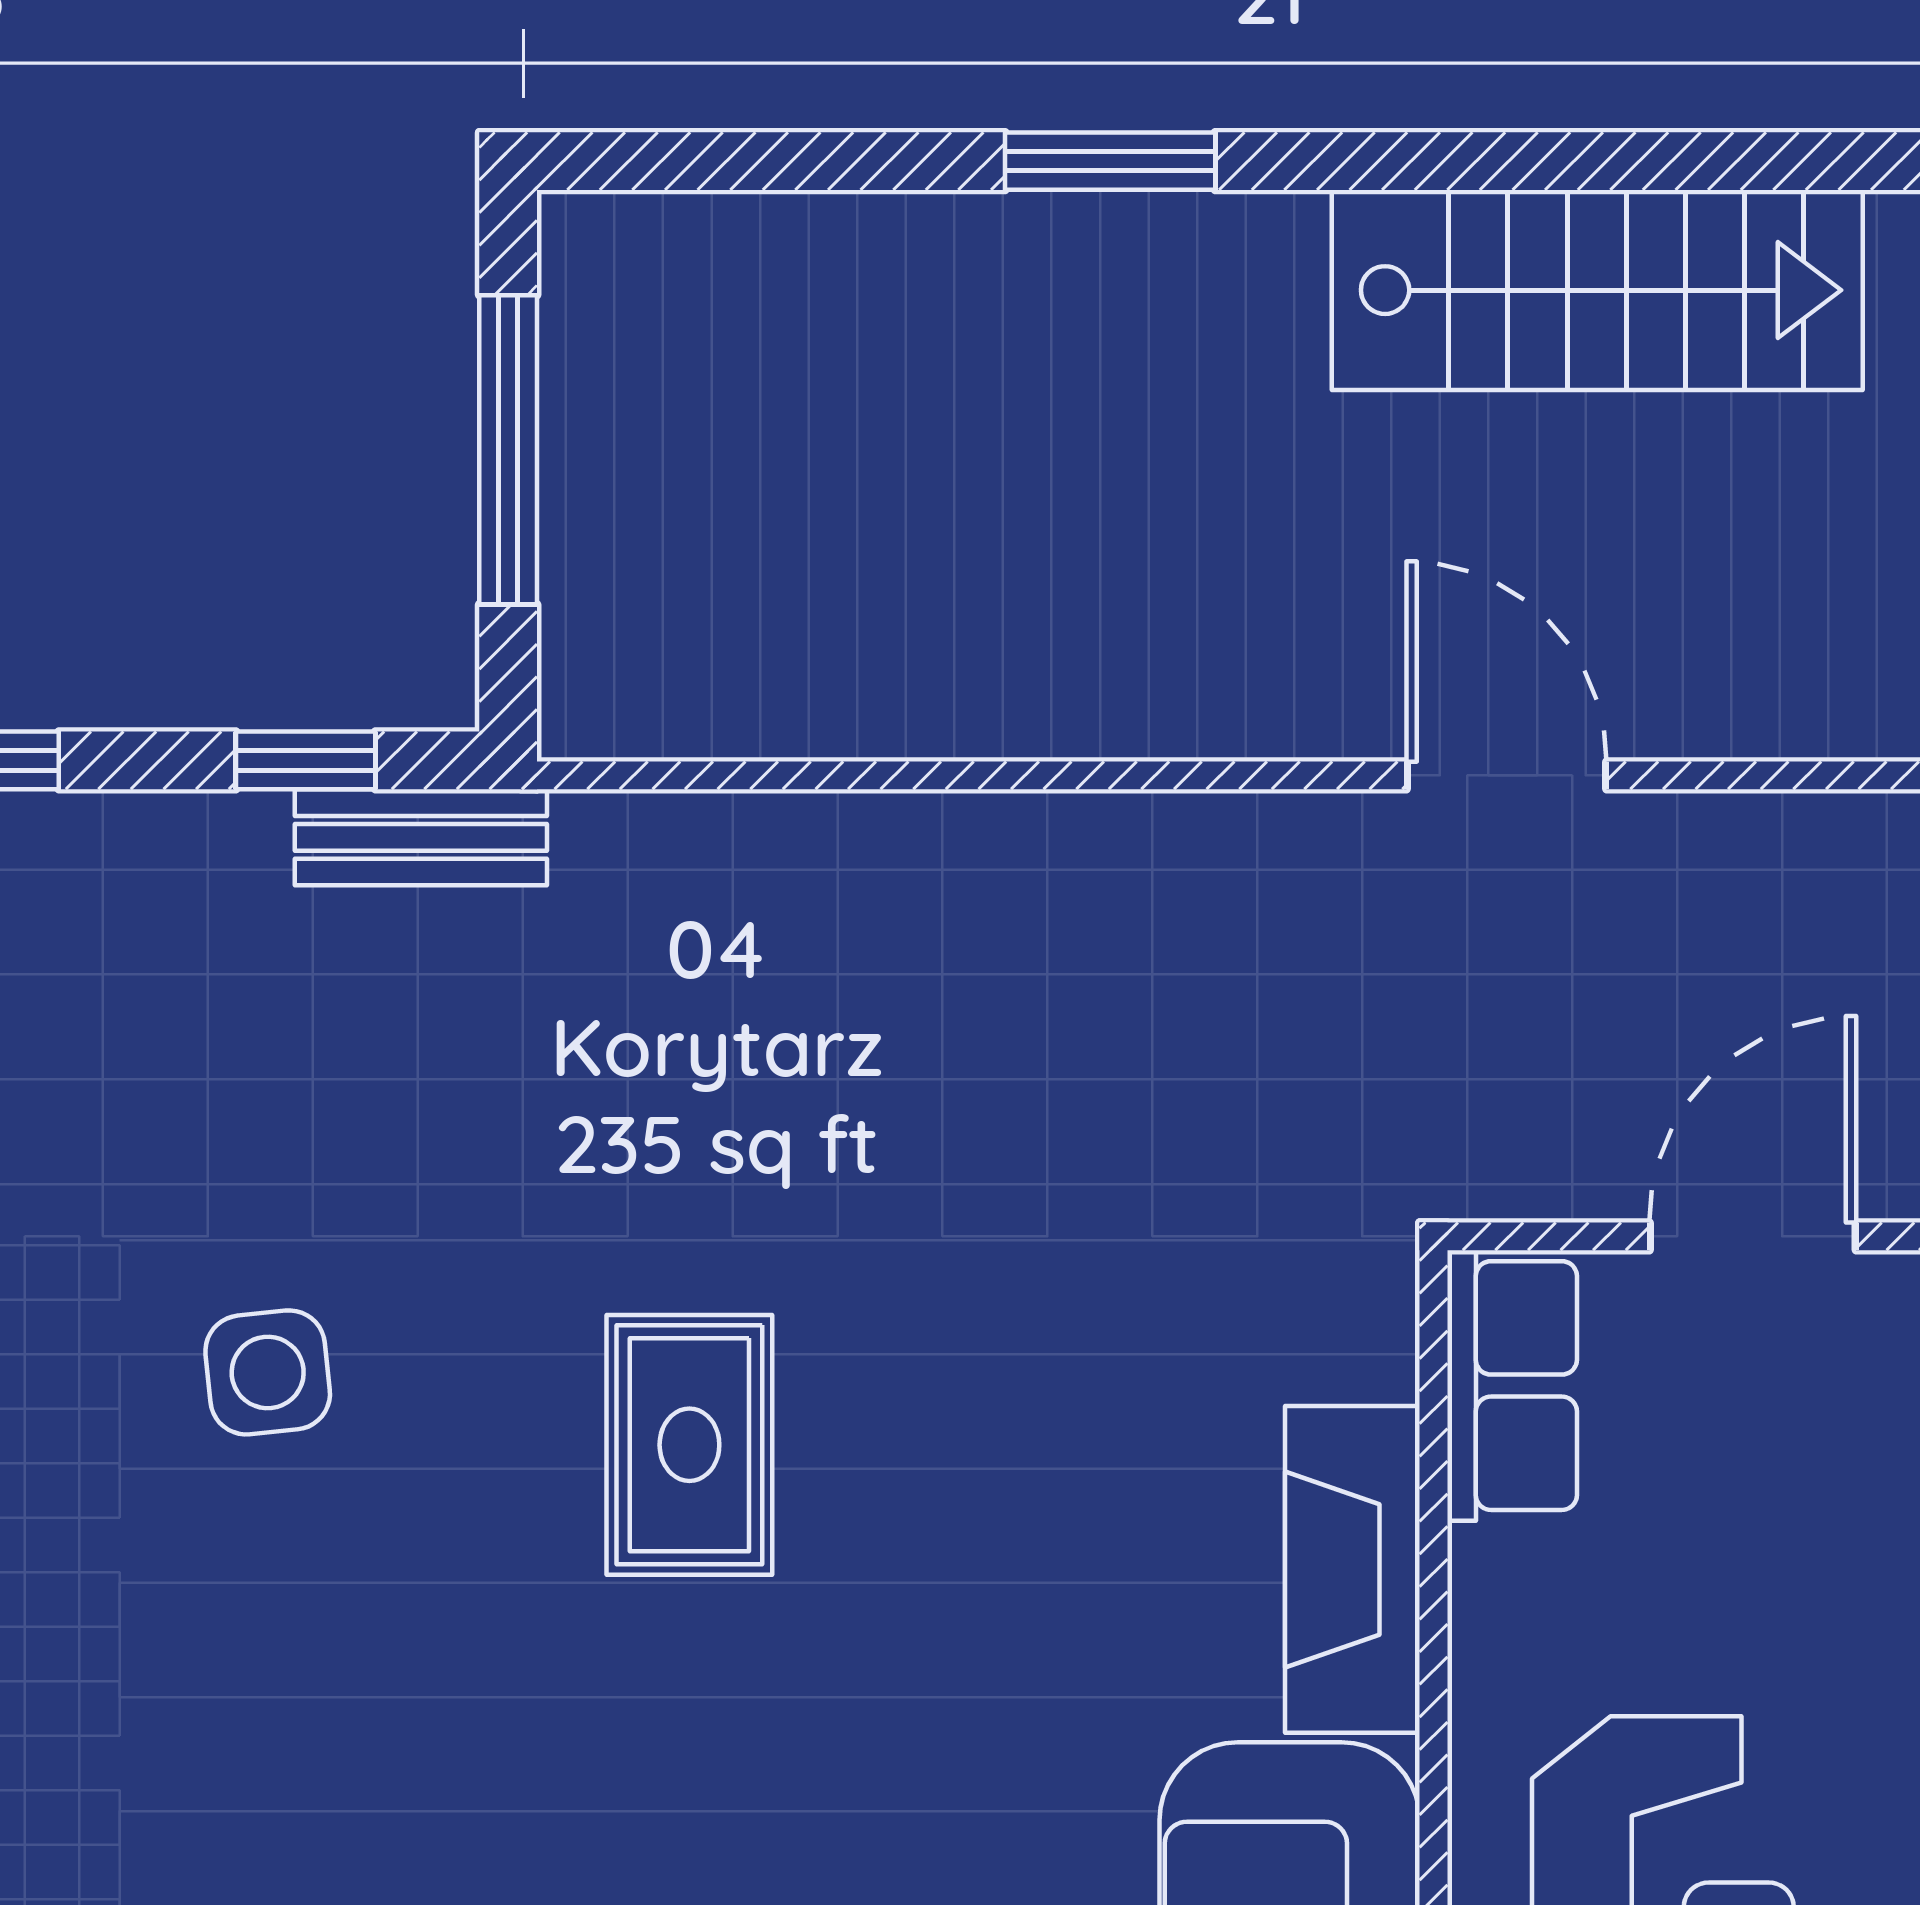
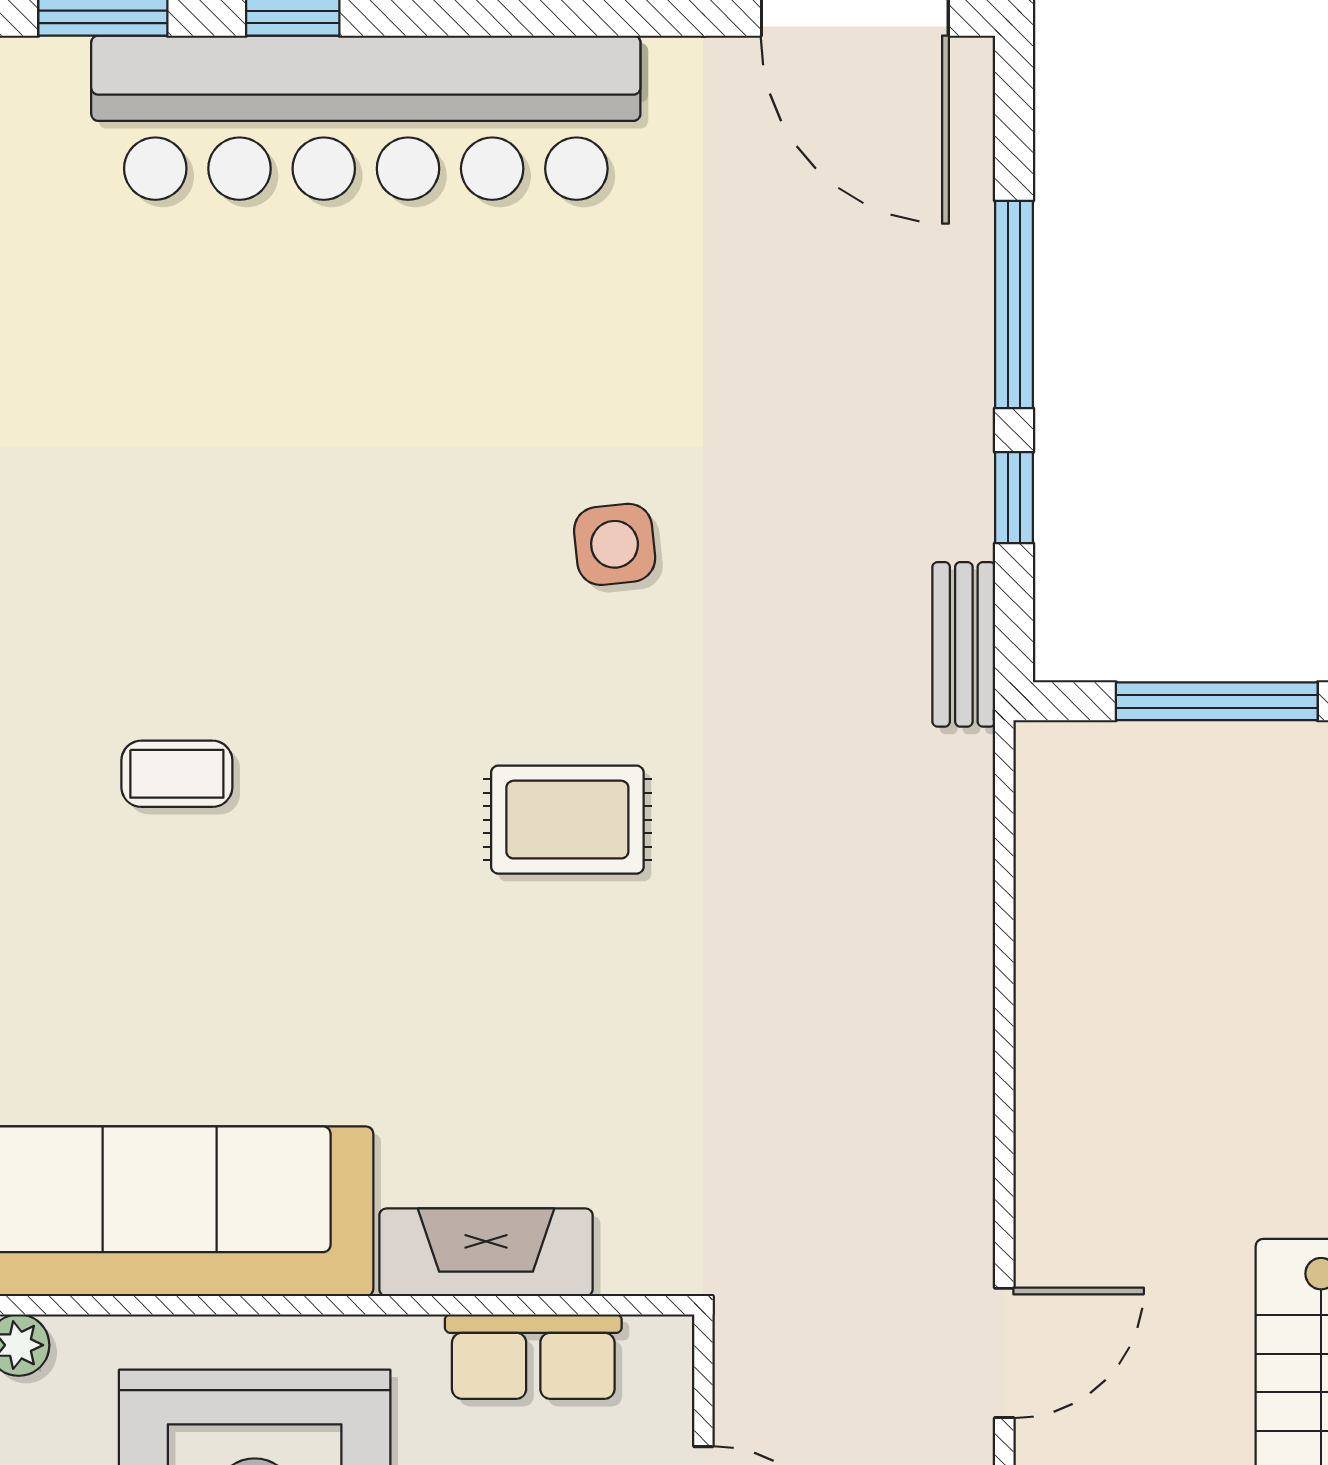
window: (306, 760) -> (1014, 498), moved
row of seats: (1512, 1386) -> (533, 1357), moved

